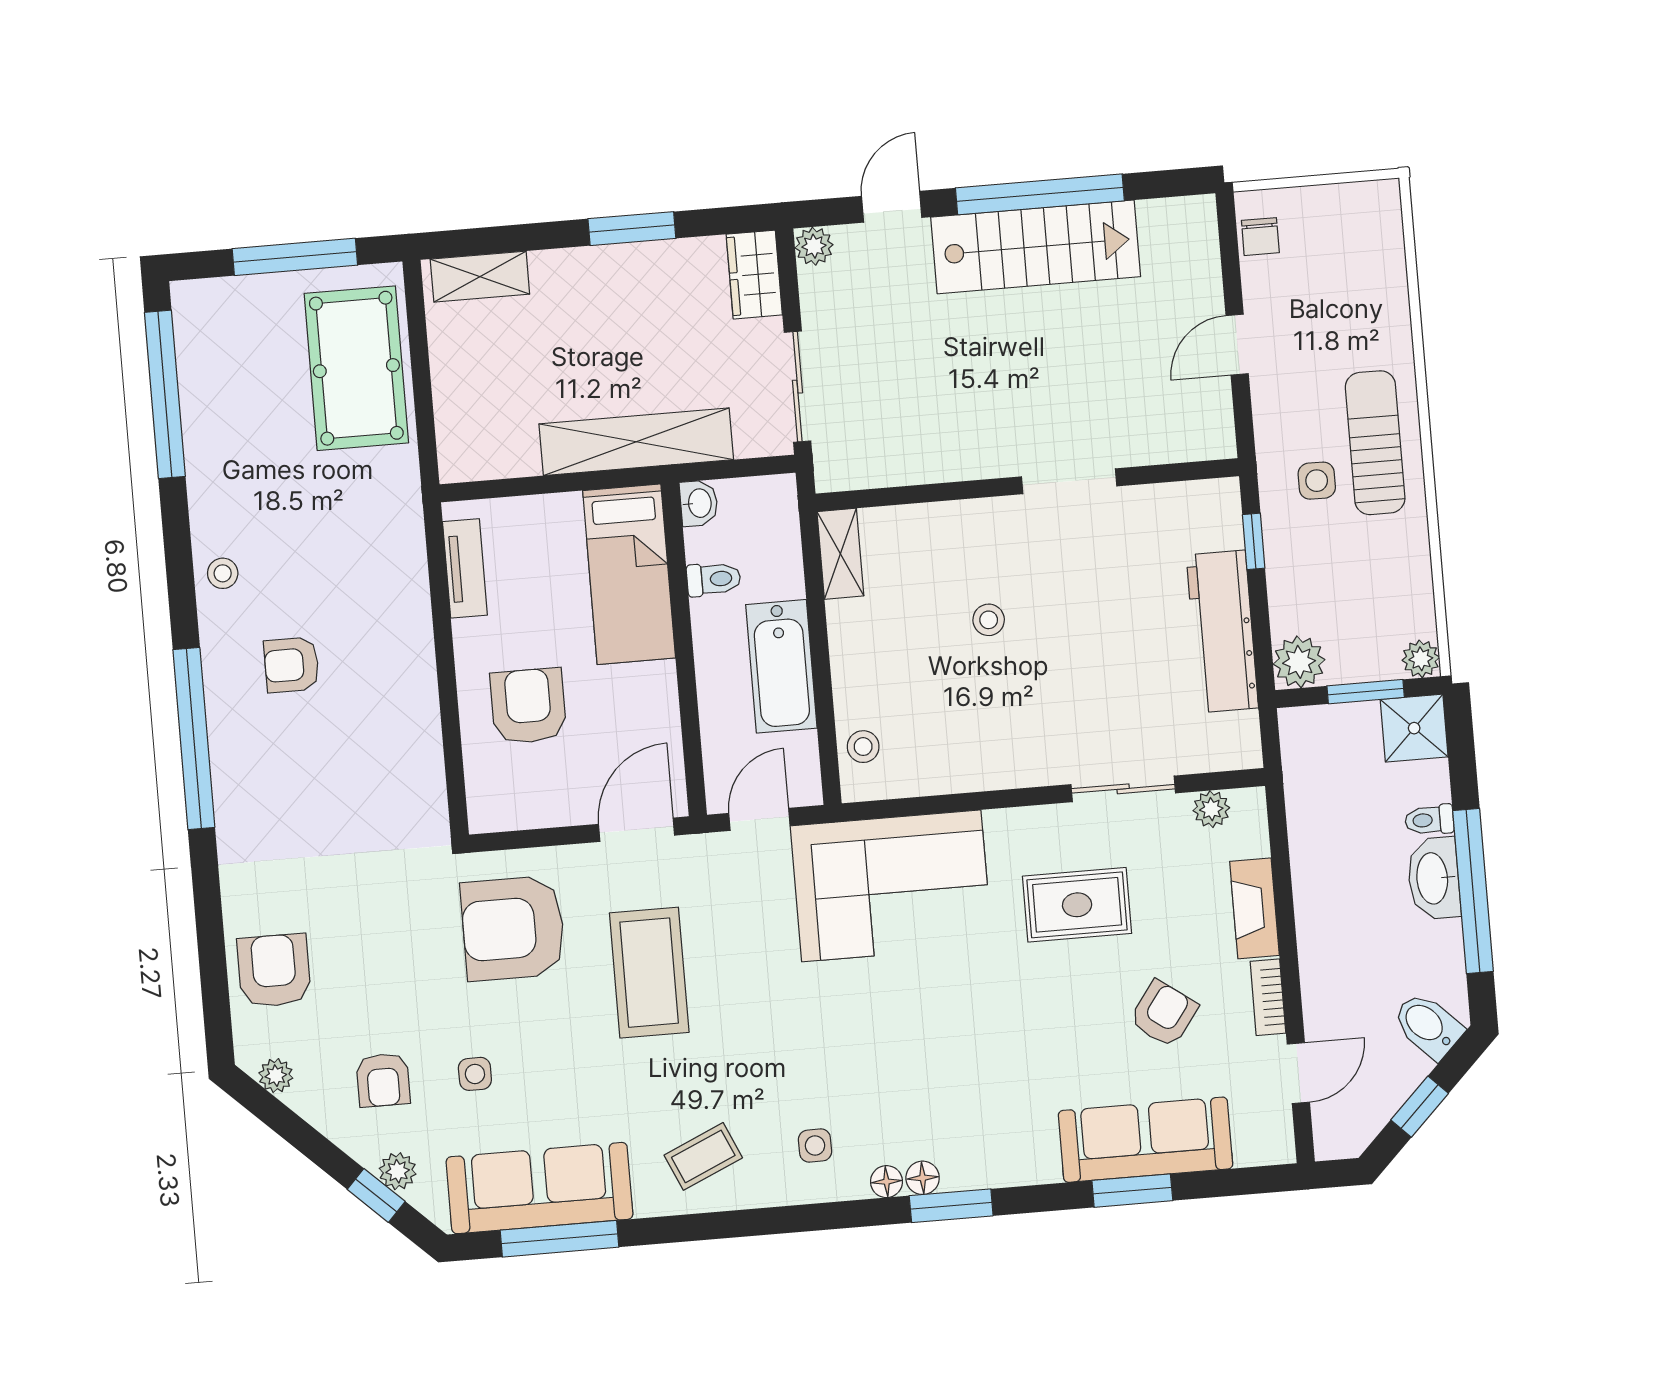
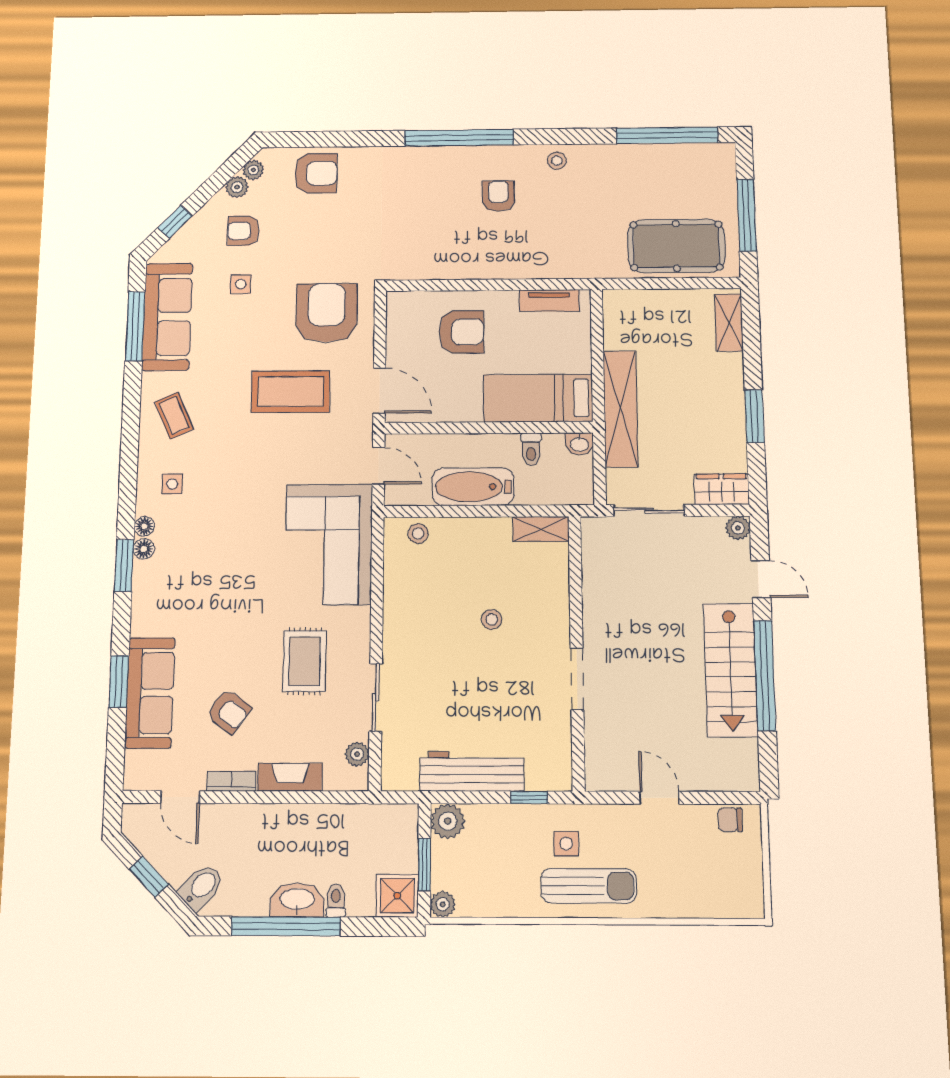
plant: (398, 1171) -> (237, 187), moved

